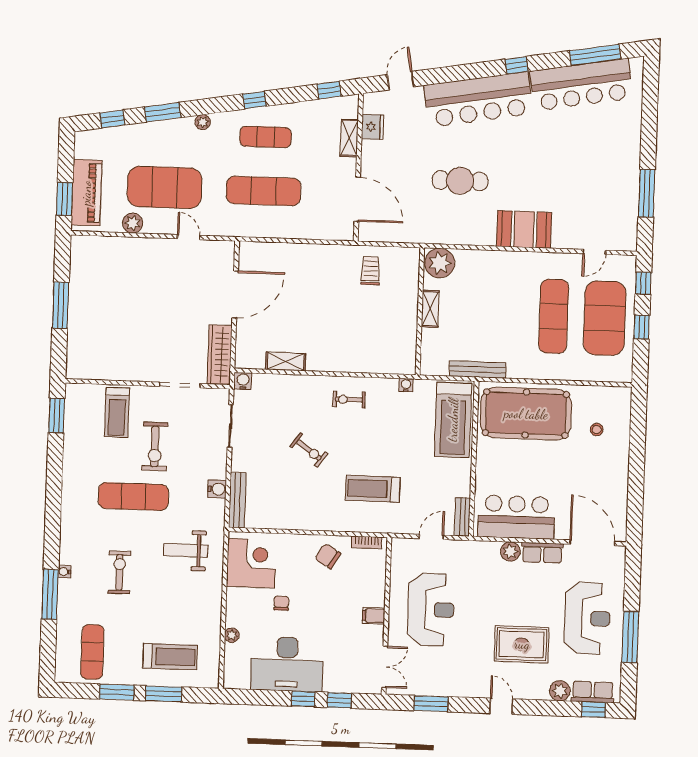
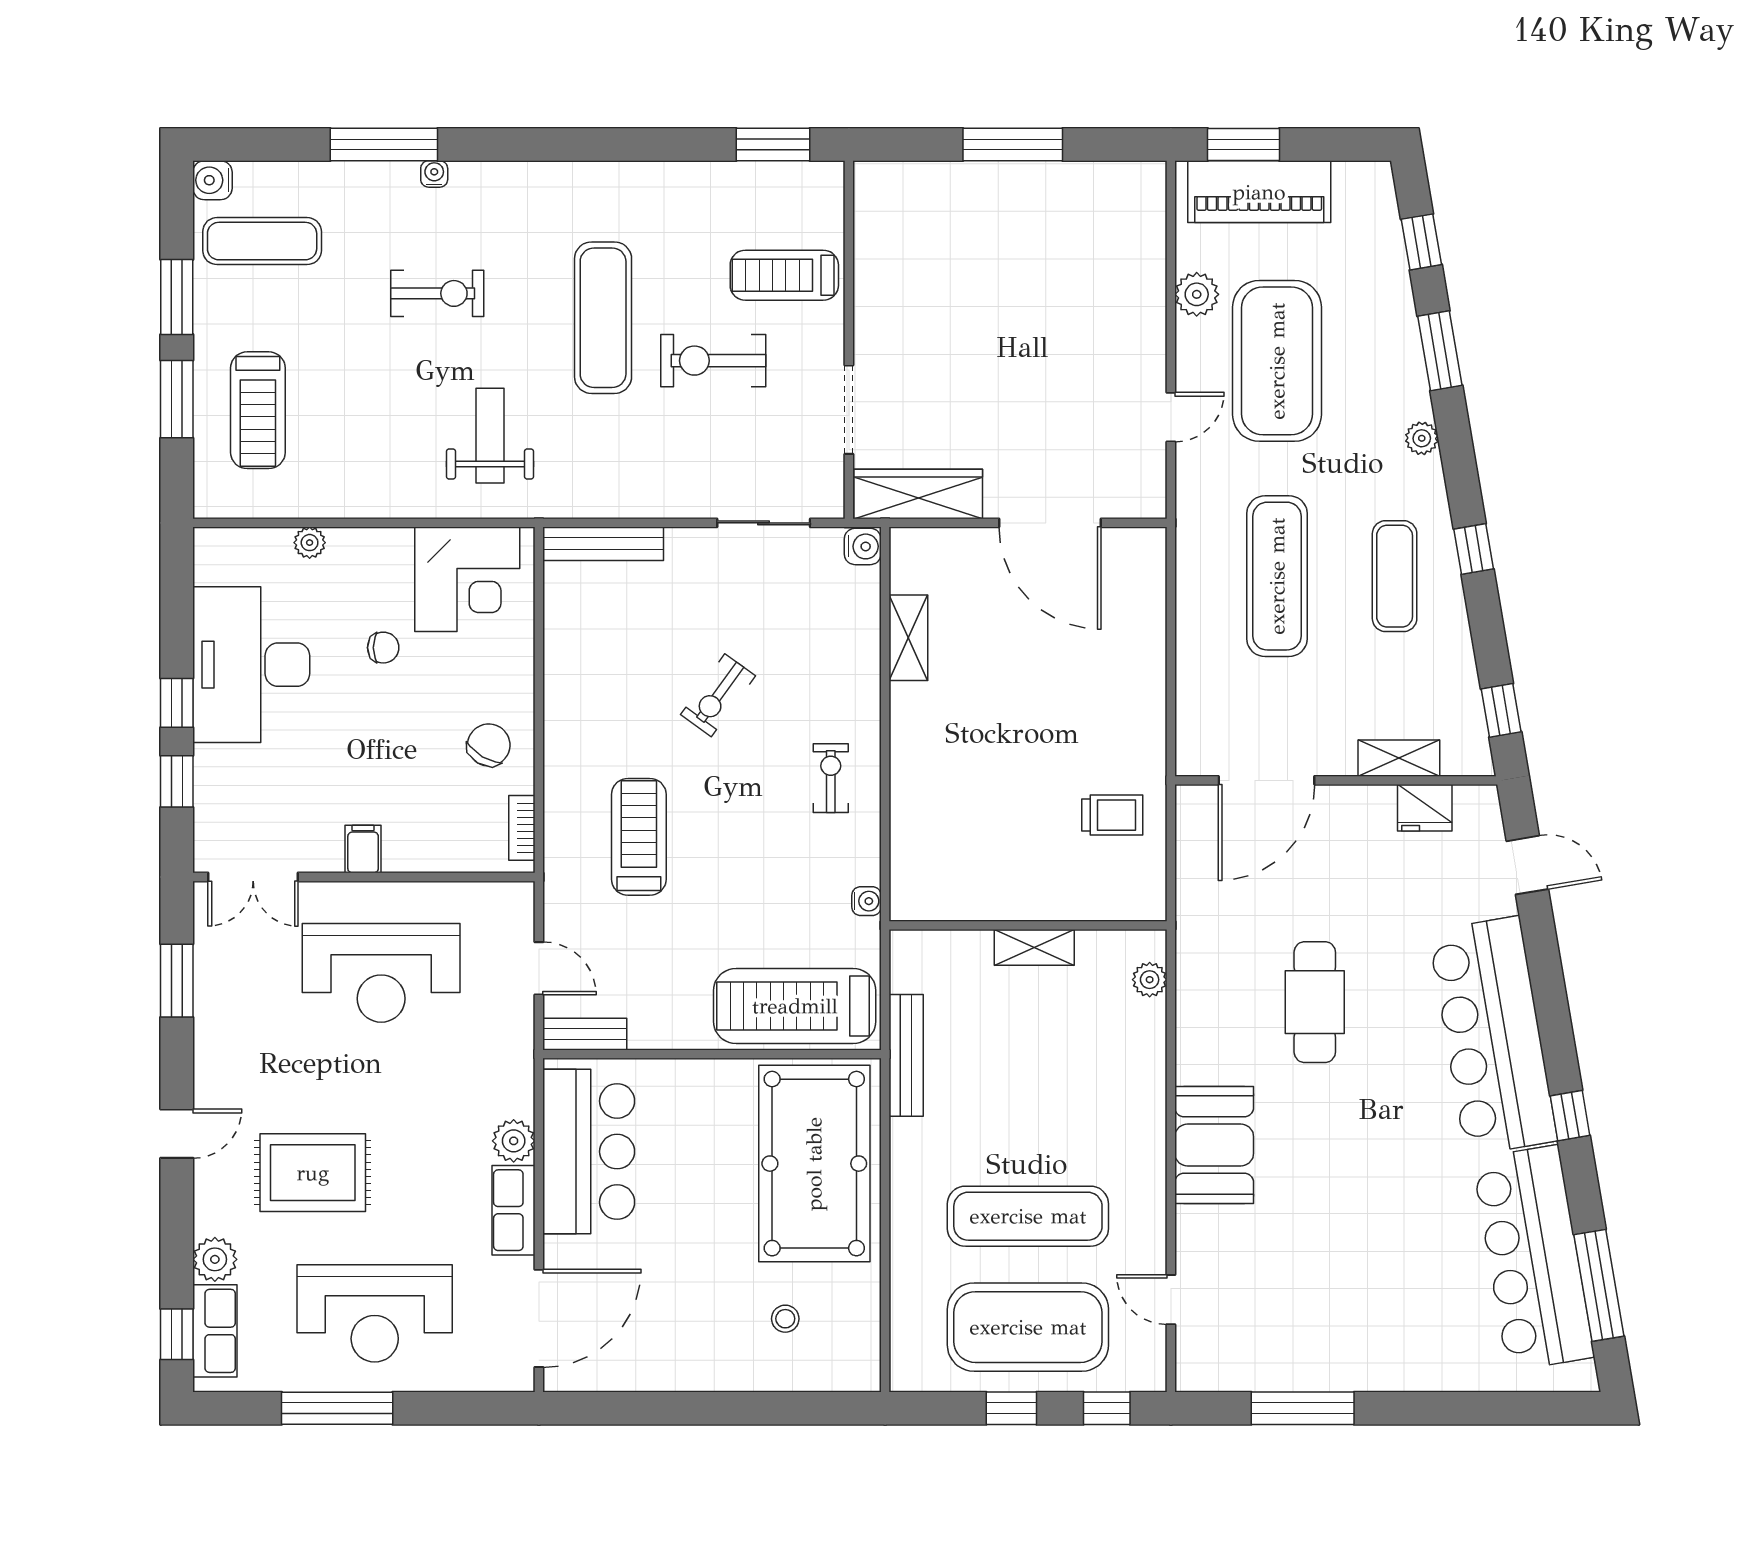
plant: (440, 263) -> (1150, 980), width x0.53, depth x0.53
water cooler: (217, 489) -> (212, 180), moved, turned 90
rug: (522, 644) -> (313, 1173), turned 90

